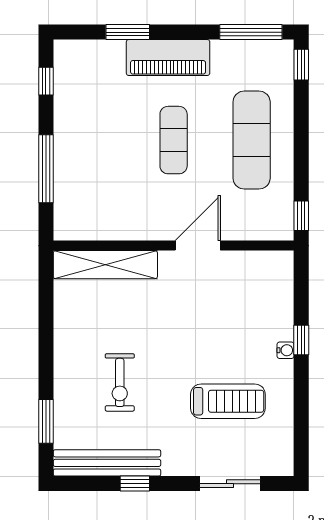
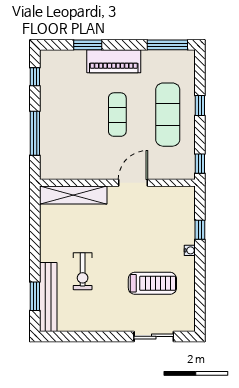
window: (301, 65) -> (200, 106), moved
window: (301, 340) -> (200, 230), moved
bench: (107, 463) -> (48, 297), moved, turned 90
window: (135, 484) -> (92, 336), removed

